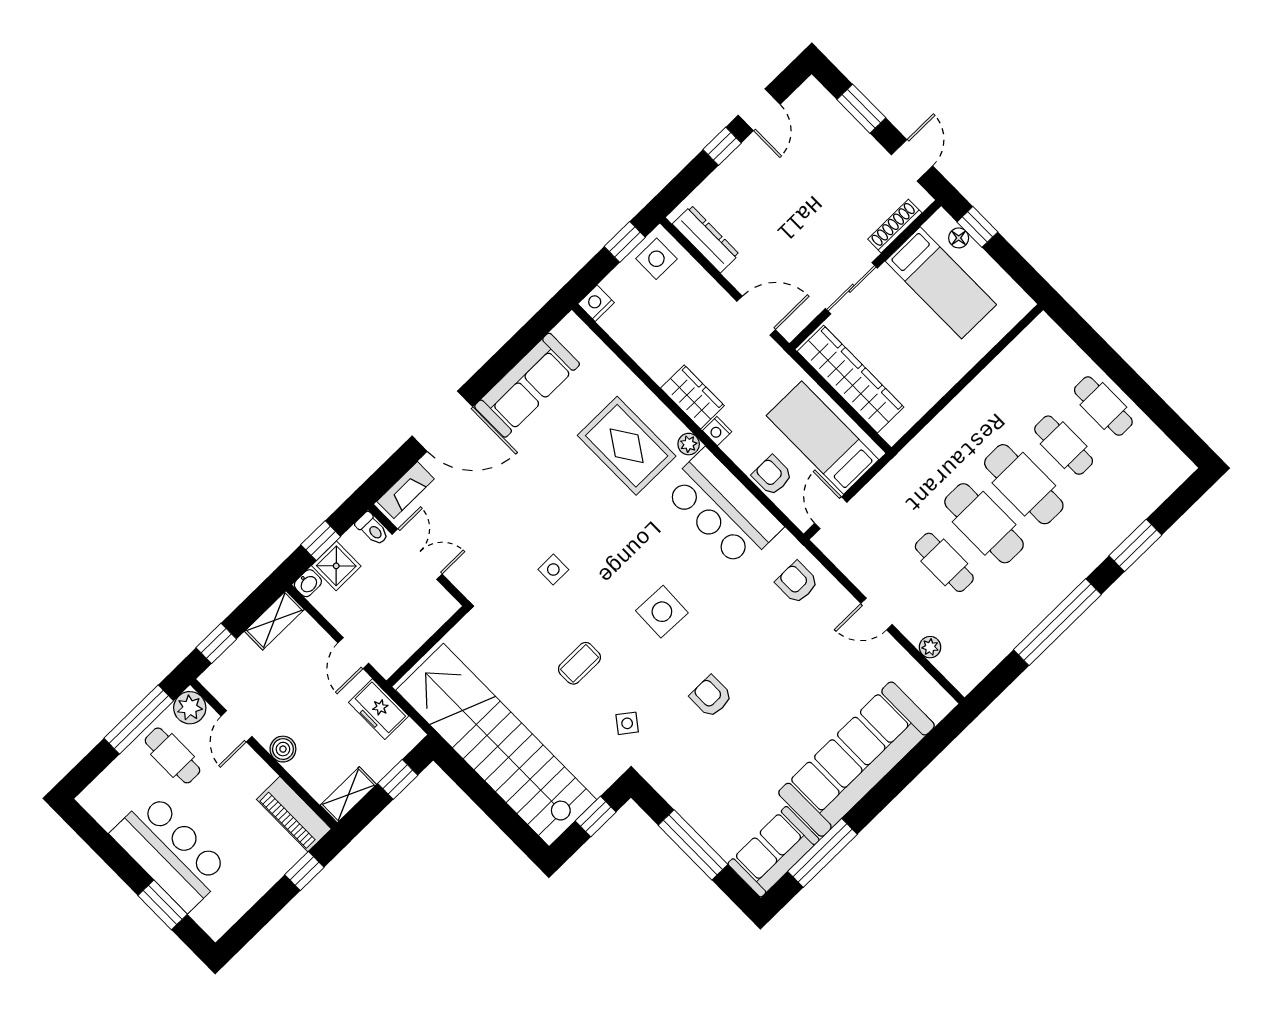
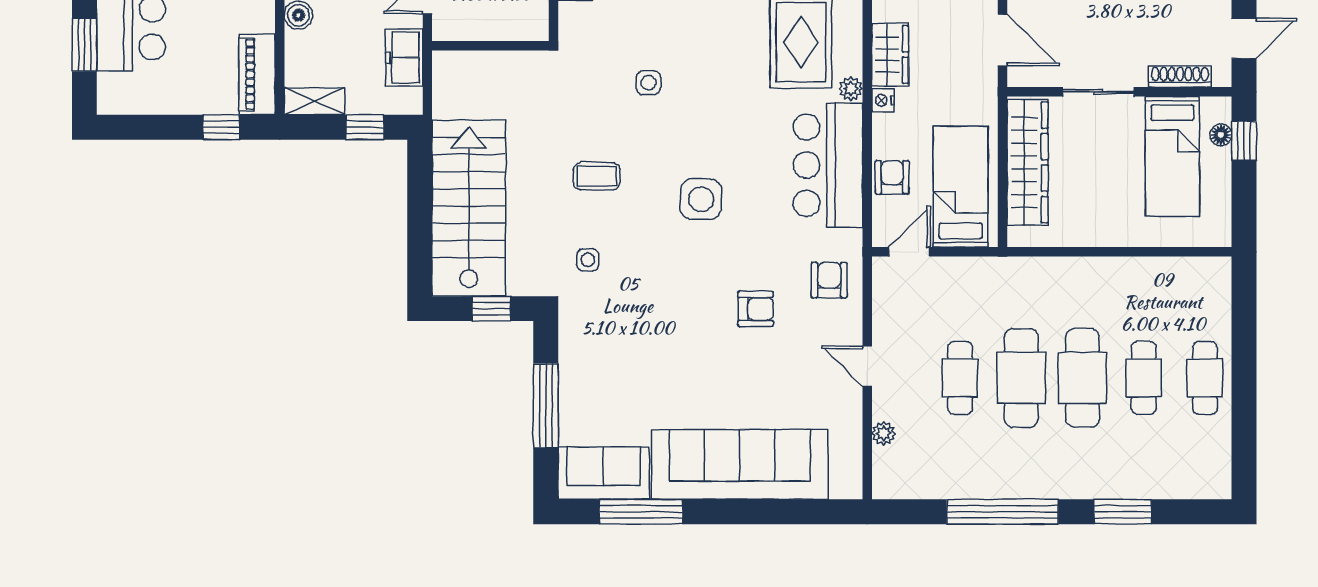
armchair: (711, 696) -> (756, 309), moved, turned 90
side table: (627, 723) -> (588, 260), turned -37
stairs: (496, 745) -> (469, 208), width x0.73

